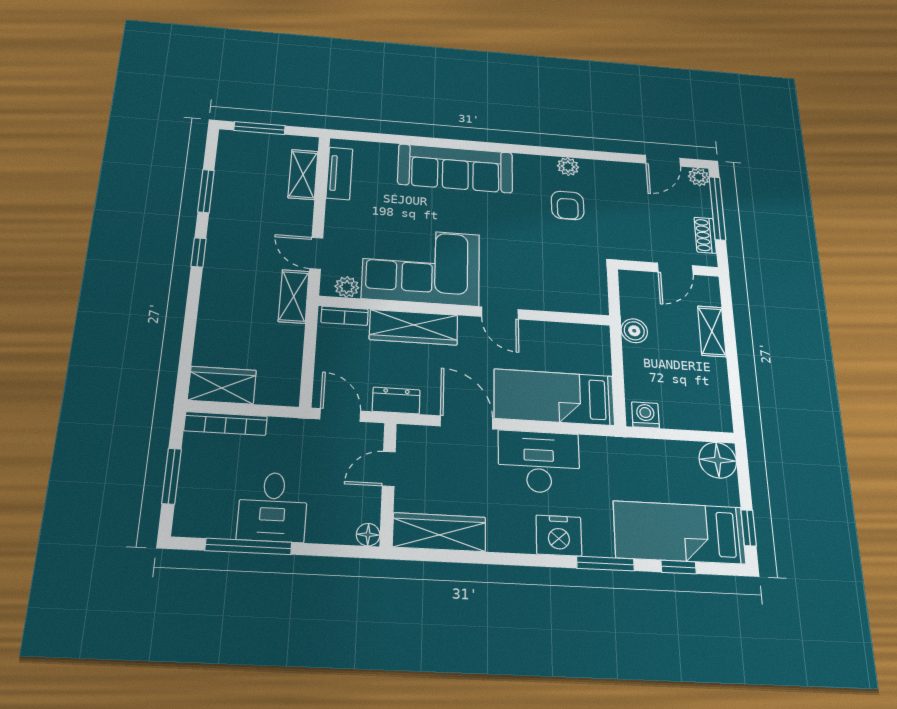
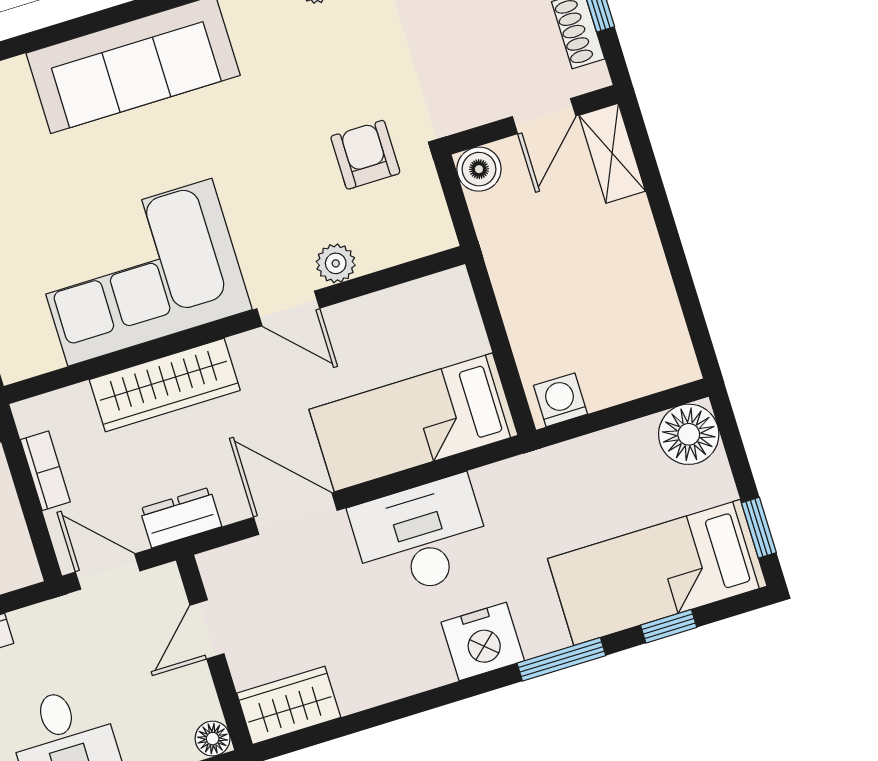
armchair: (568, 205) -> (365, 155), moved, turned 180
plant: (347, 287) -> (336, 263), moved
bookcase: (345, 316) -> (45, 471), moved, turned -90
boiler: (634, 331) -> (479, 169), moved
shelving: (712, 331) -> (612, 153), moved
wardrobe: (439, 532) -> (289, 705), width x0.67

